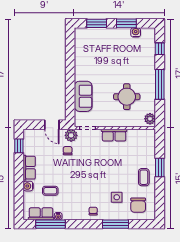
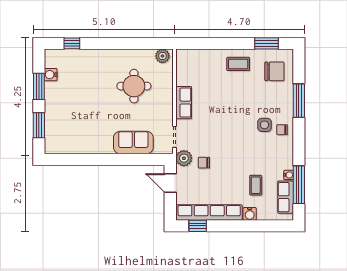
window: (160, 84) -> (118, 43), removed
door: (52, 125) -> (170, 183), swing flipped
window: (160, 167) -> (266, 43), moved
row of seats: (29, 168) -> (209, 213), width x2.02
side table: (117, 197) -> (264, 125), moved

